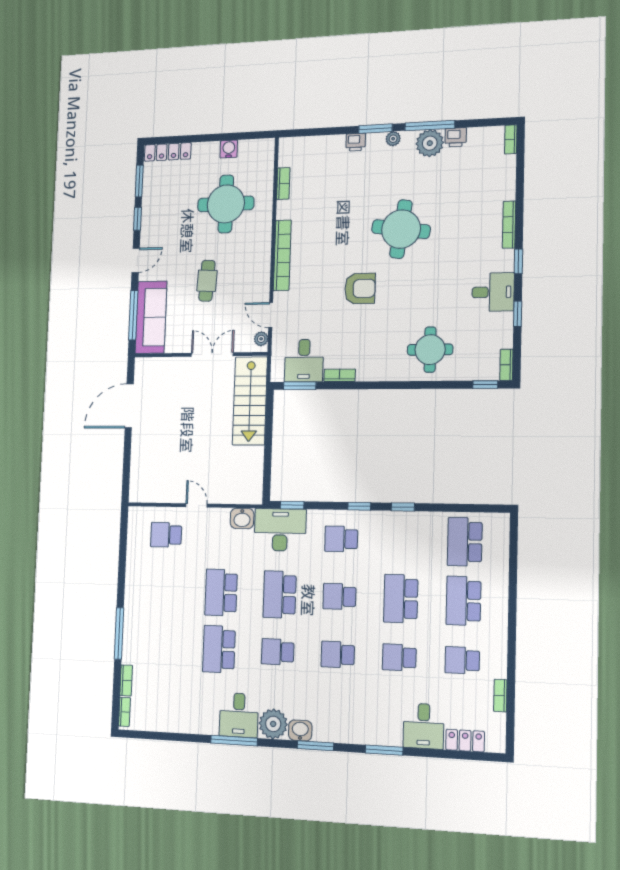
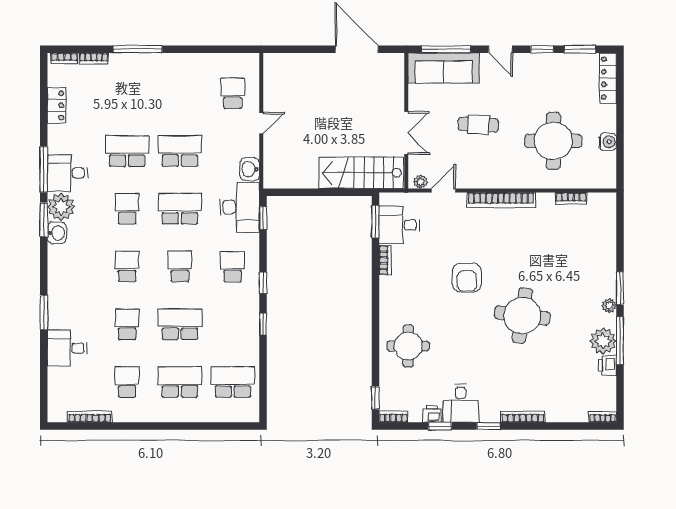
printer: (356, 142) -> (432, 414), moved, turned 90
bookcase: (500, 696) -> (90, 417), width x1.56
locker: (465, 741) -> (57, 105), moved
window: (315, 746) -> (44, 220), moved

